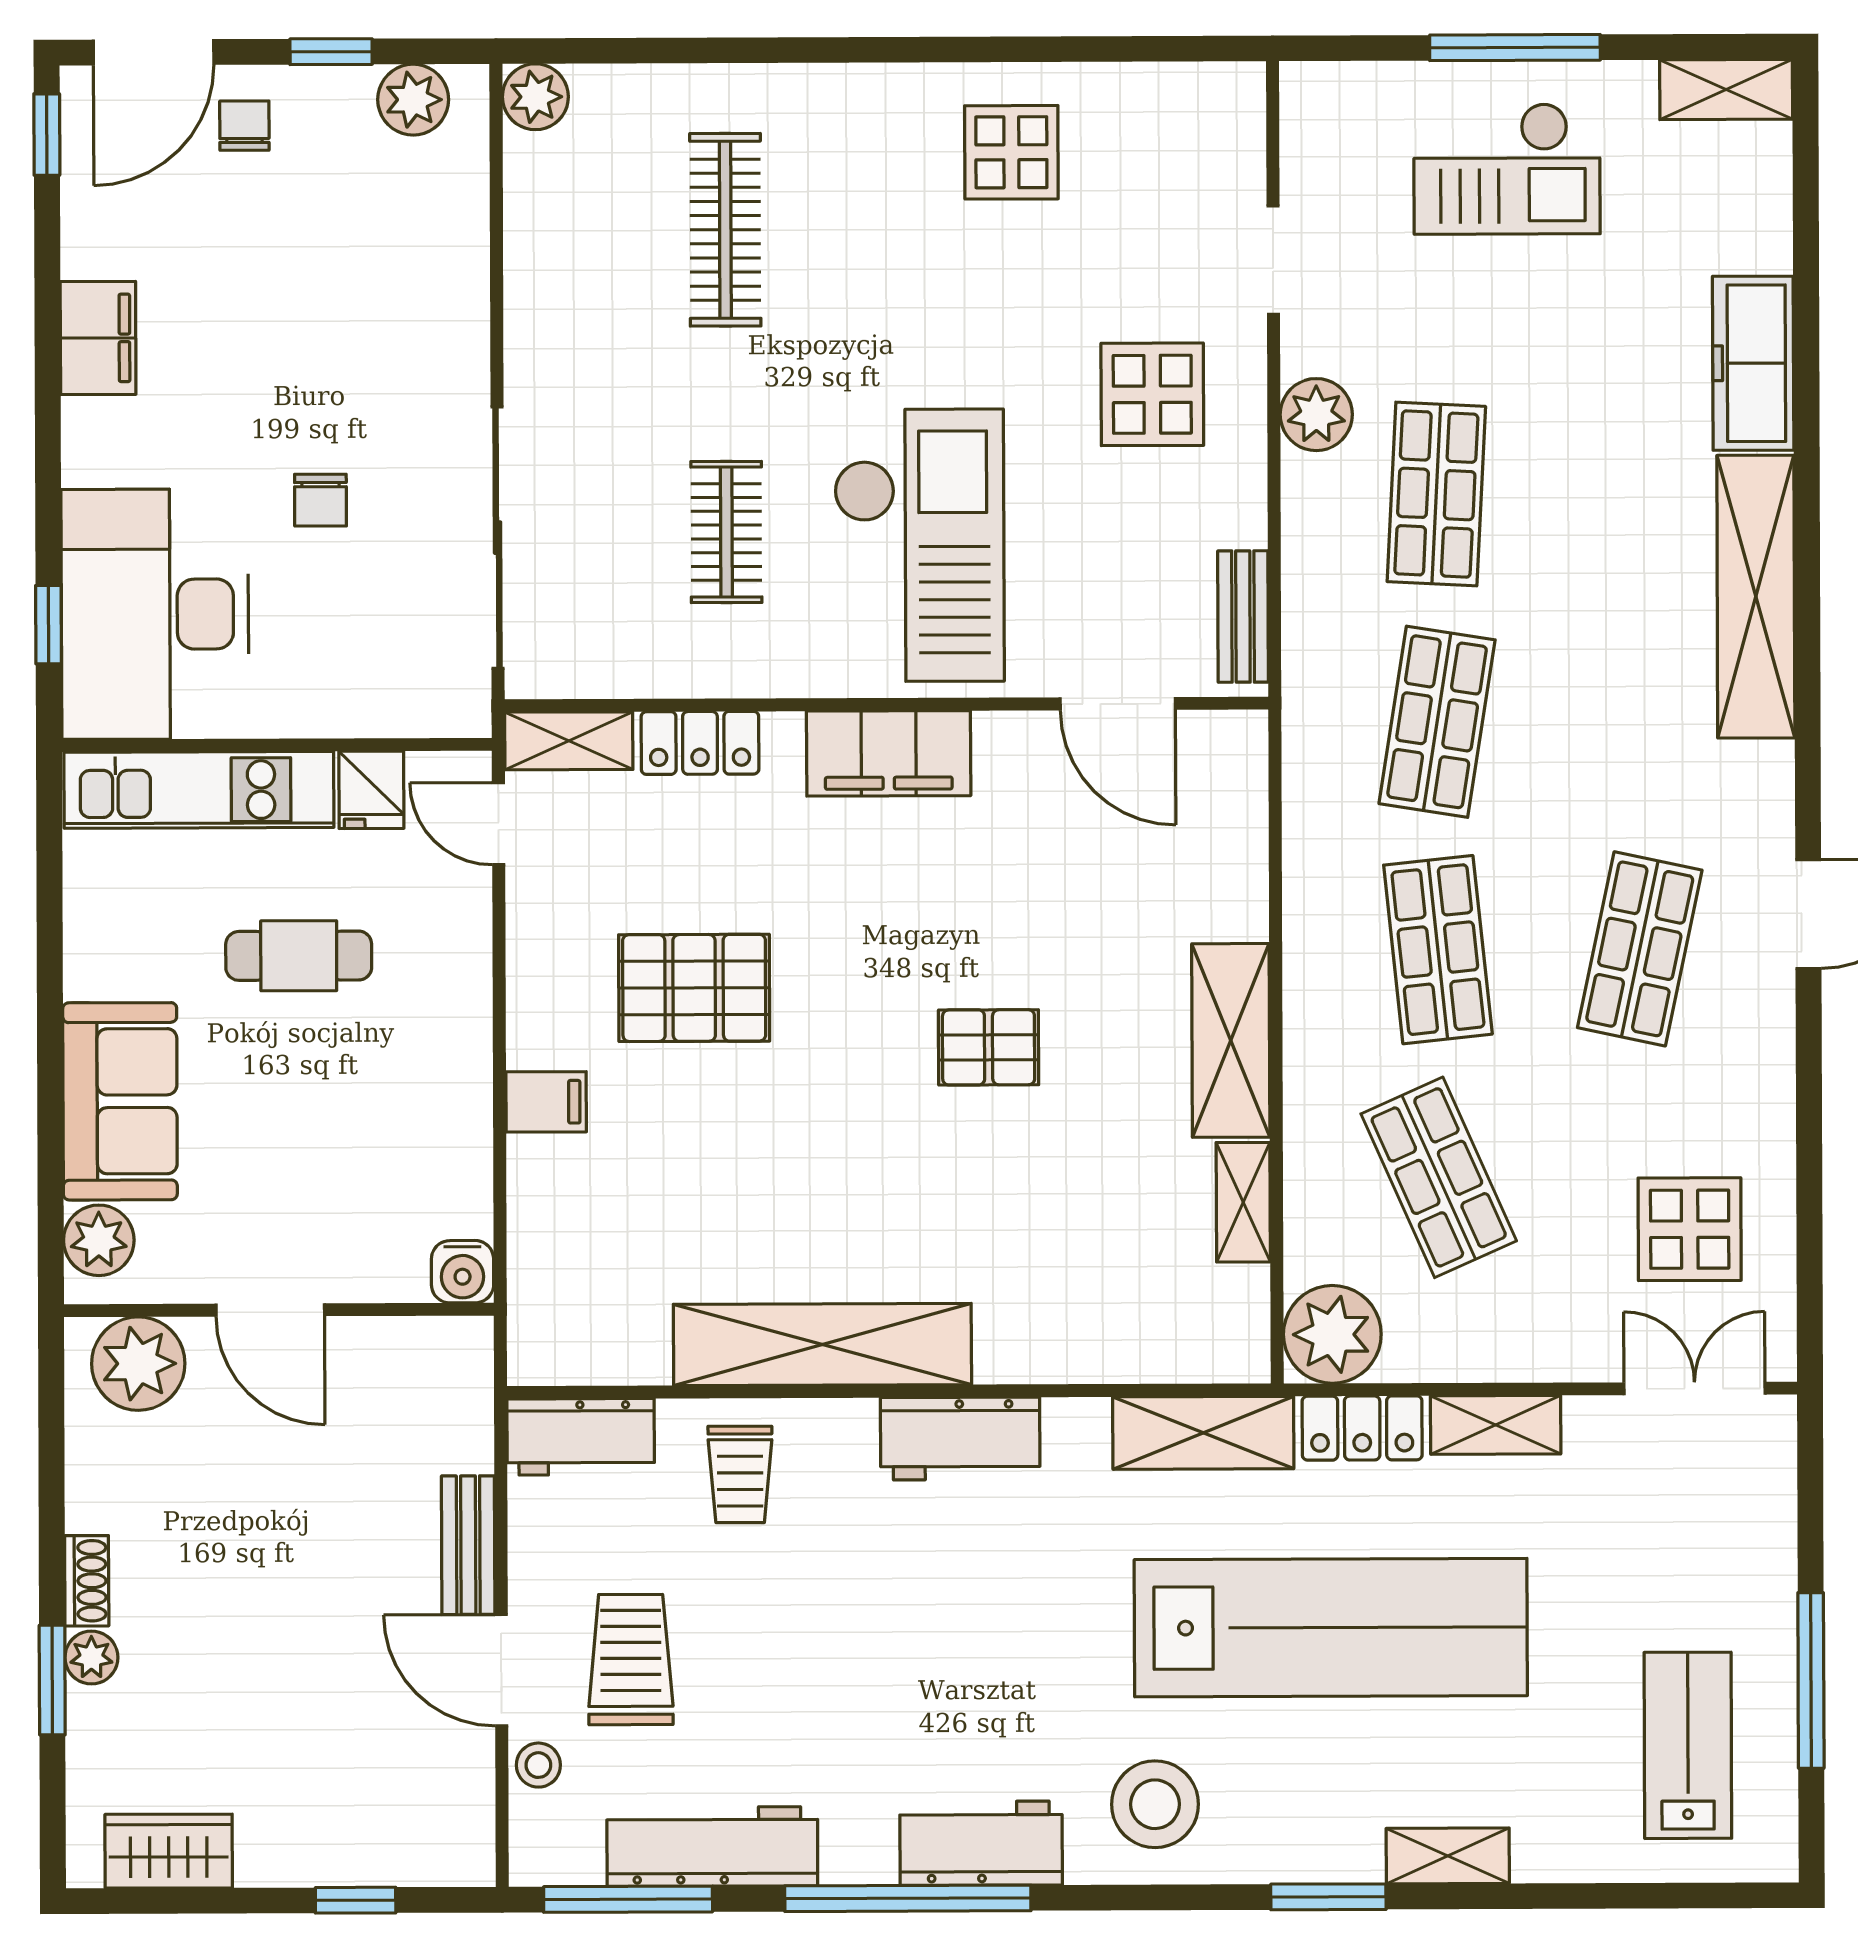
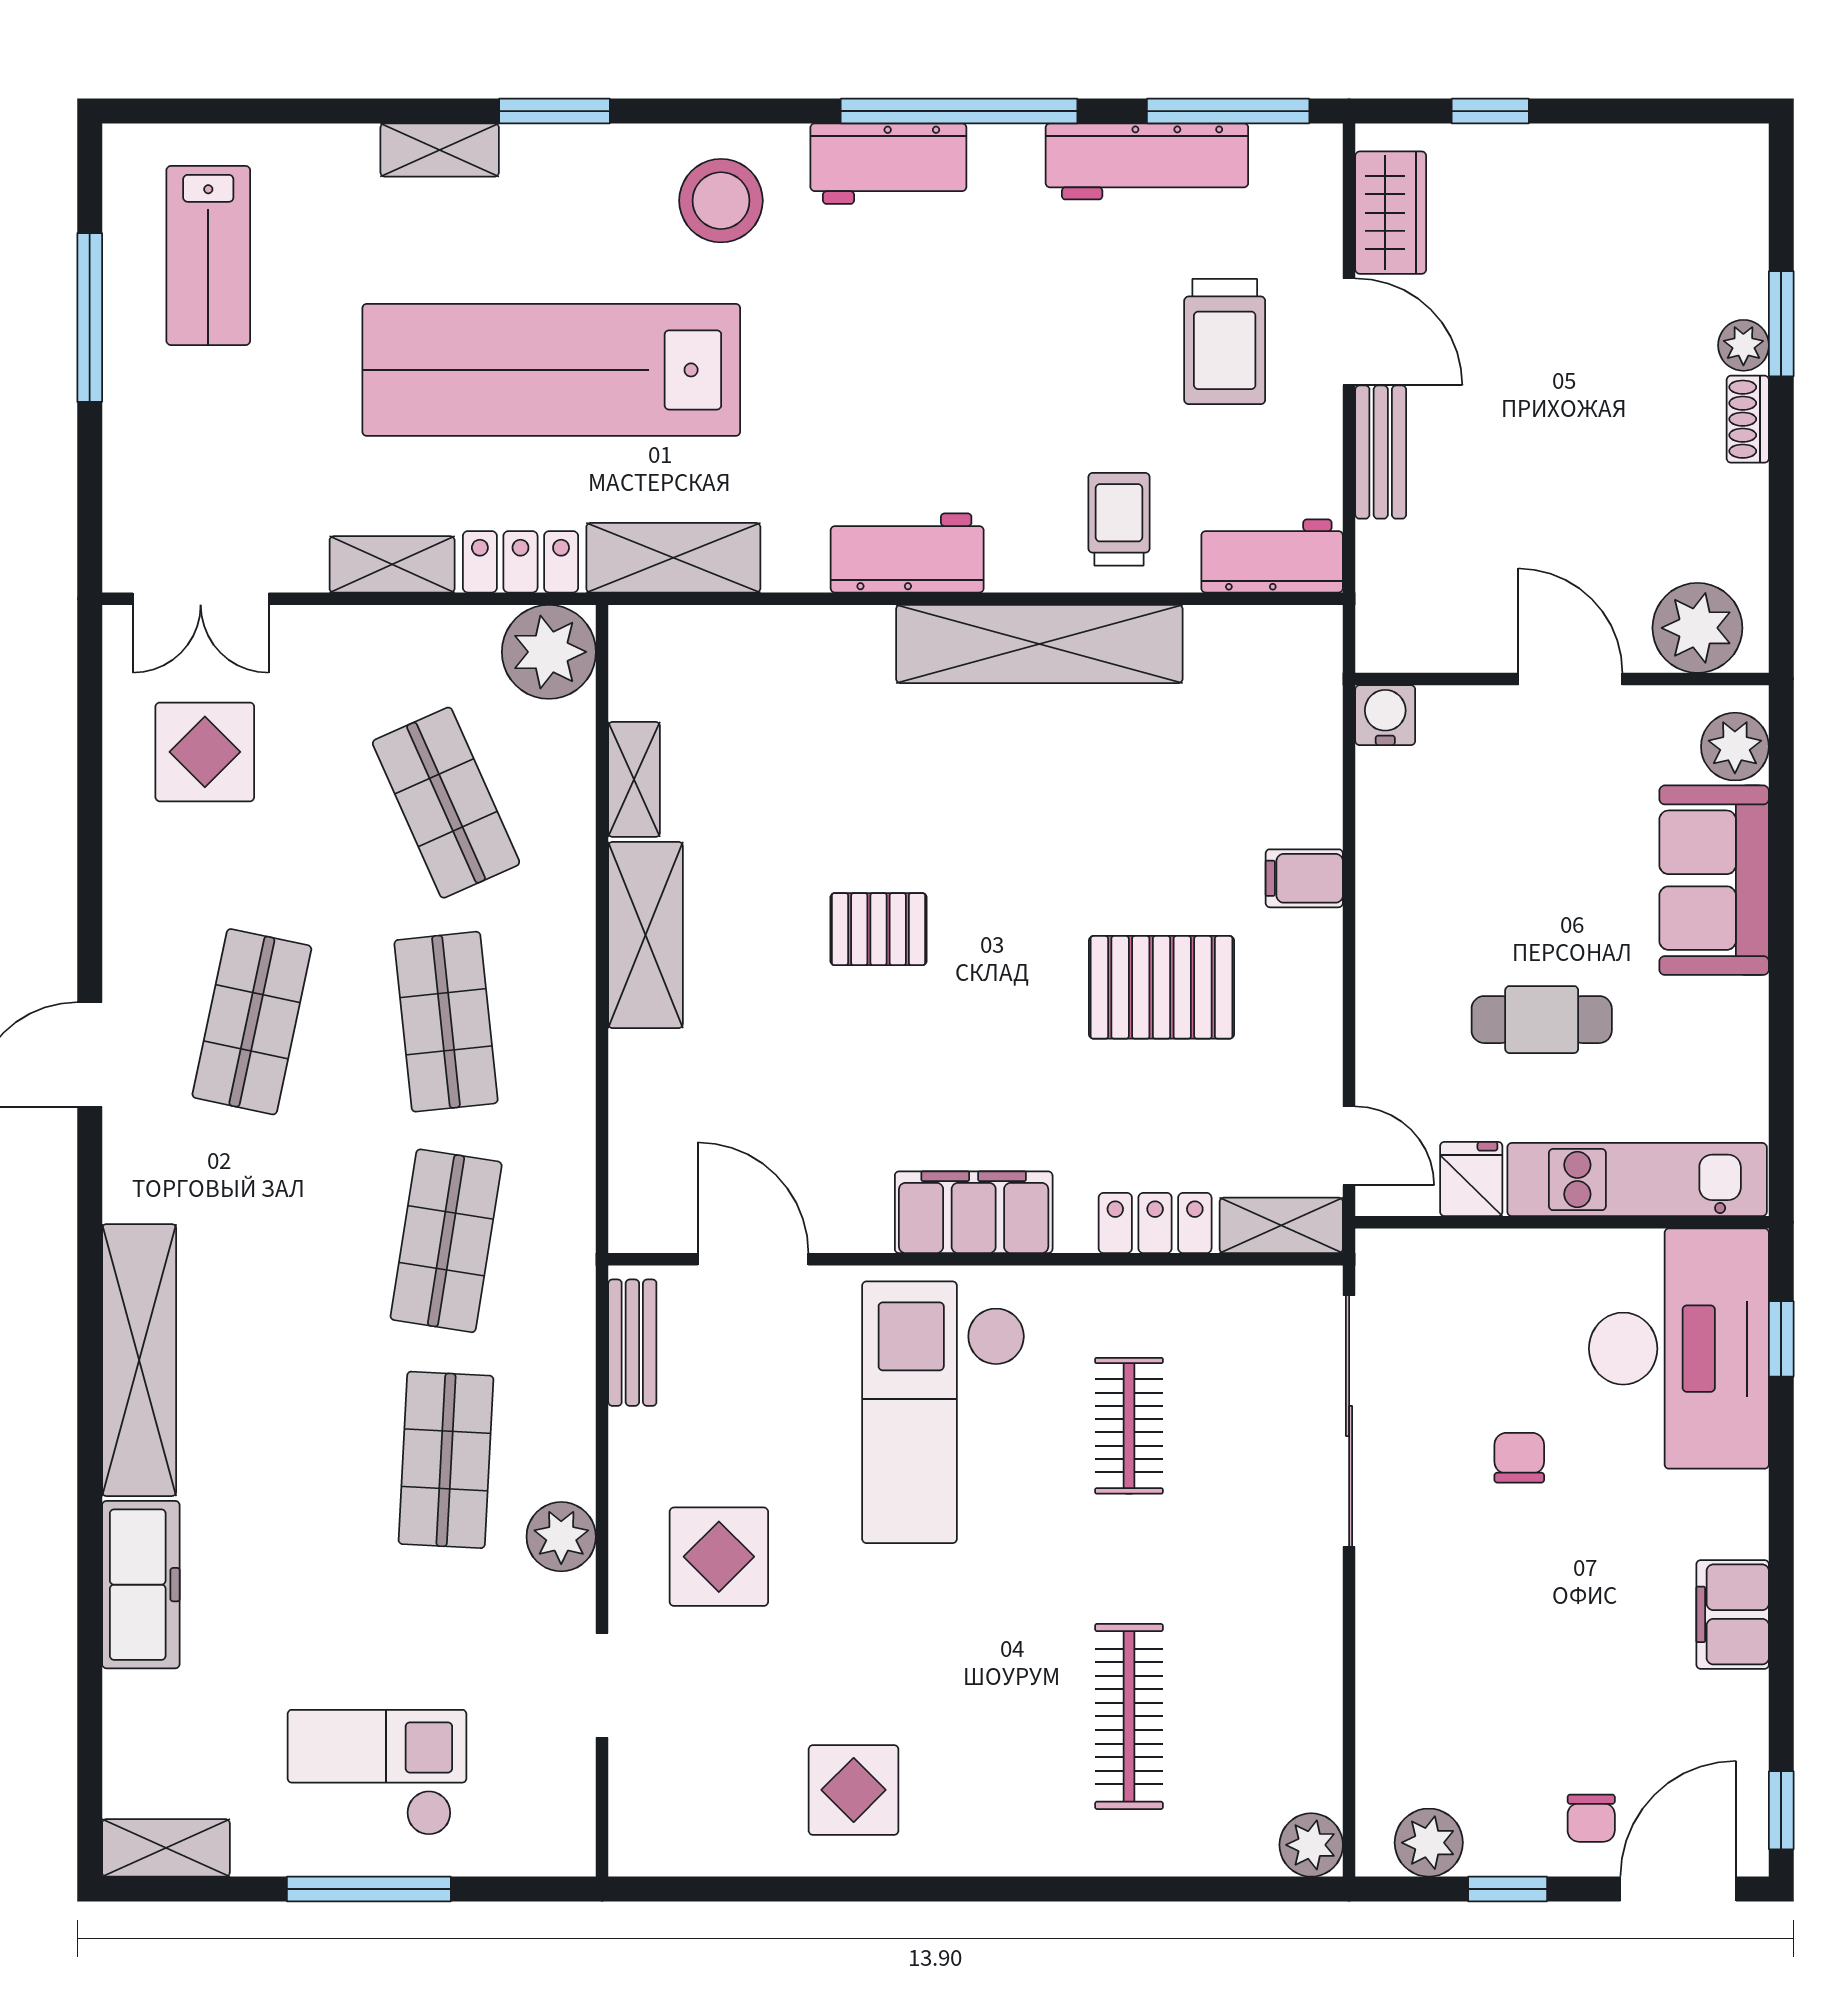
stool: (538, 1765) -> (1314, 240), removed
wardrobe: (169, 1851) -> (1391, 213), moved, turned -90

